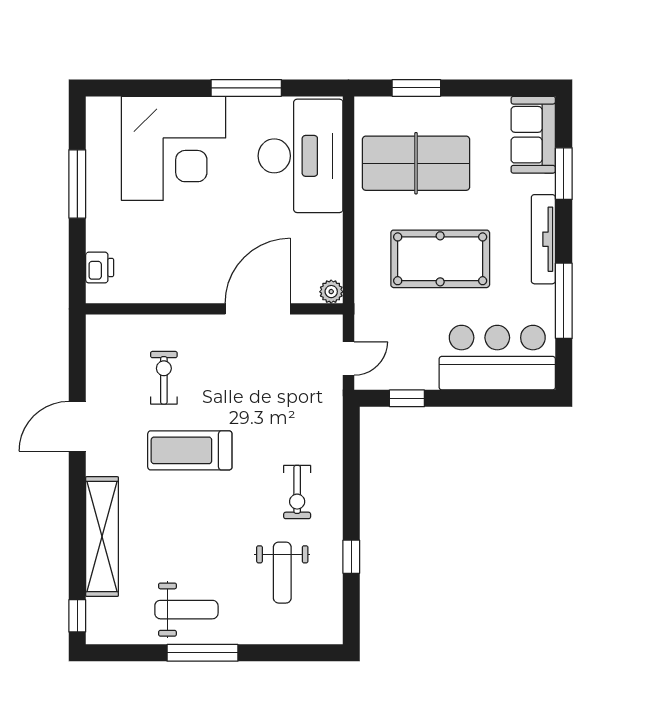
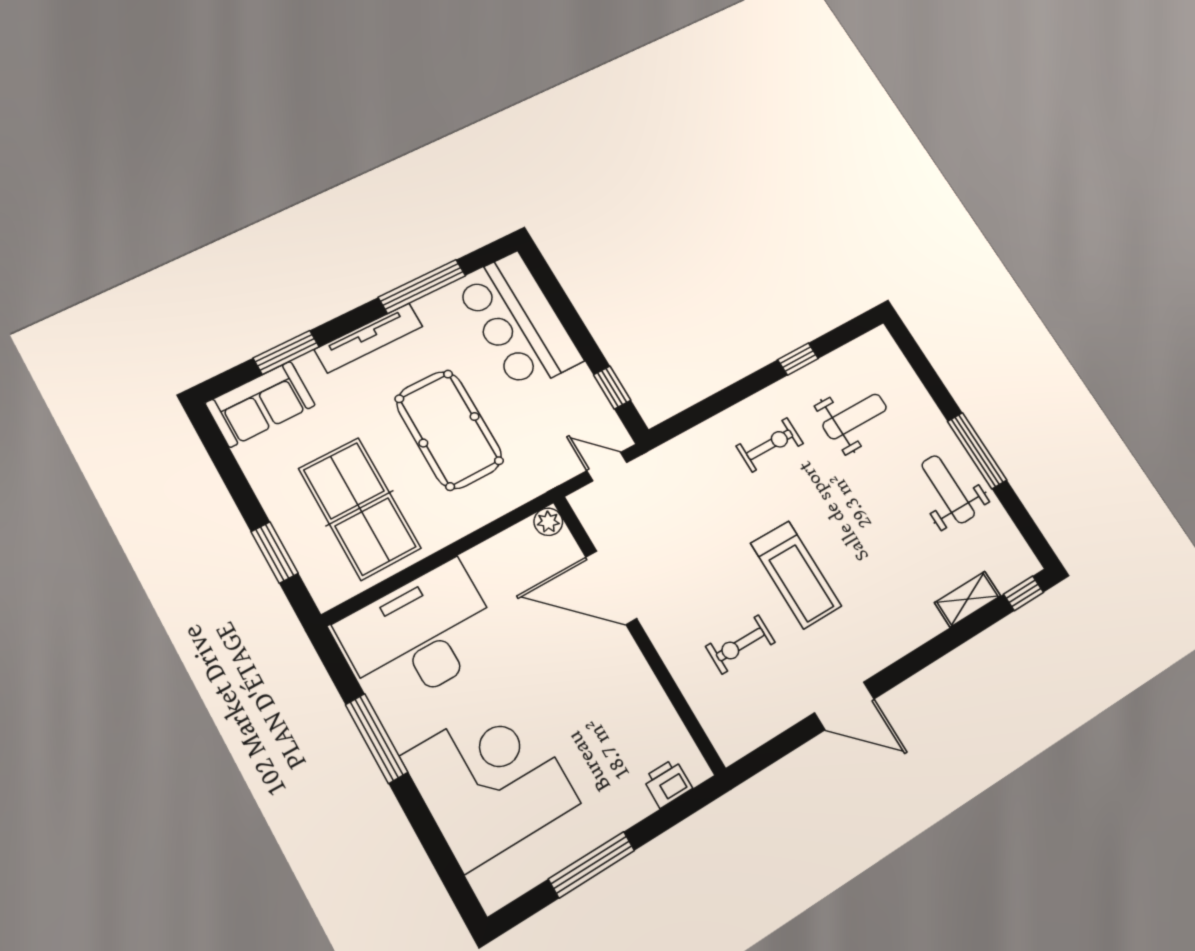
shelving: (102, 537) -> (968, 599), width x0.45, depth x0.75

